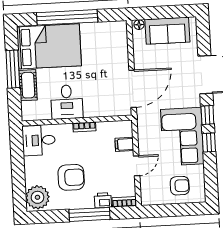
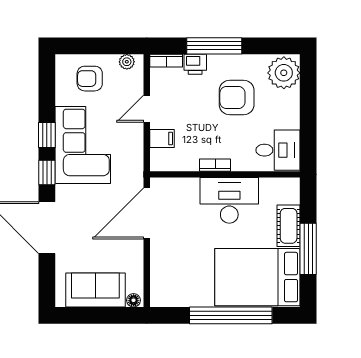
desk: (67, 102) -> (229, 200), width x1.37
plant: (153, 199) -> (127, 62), added

